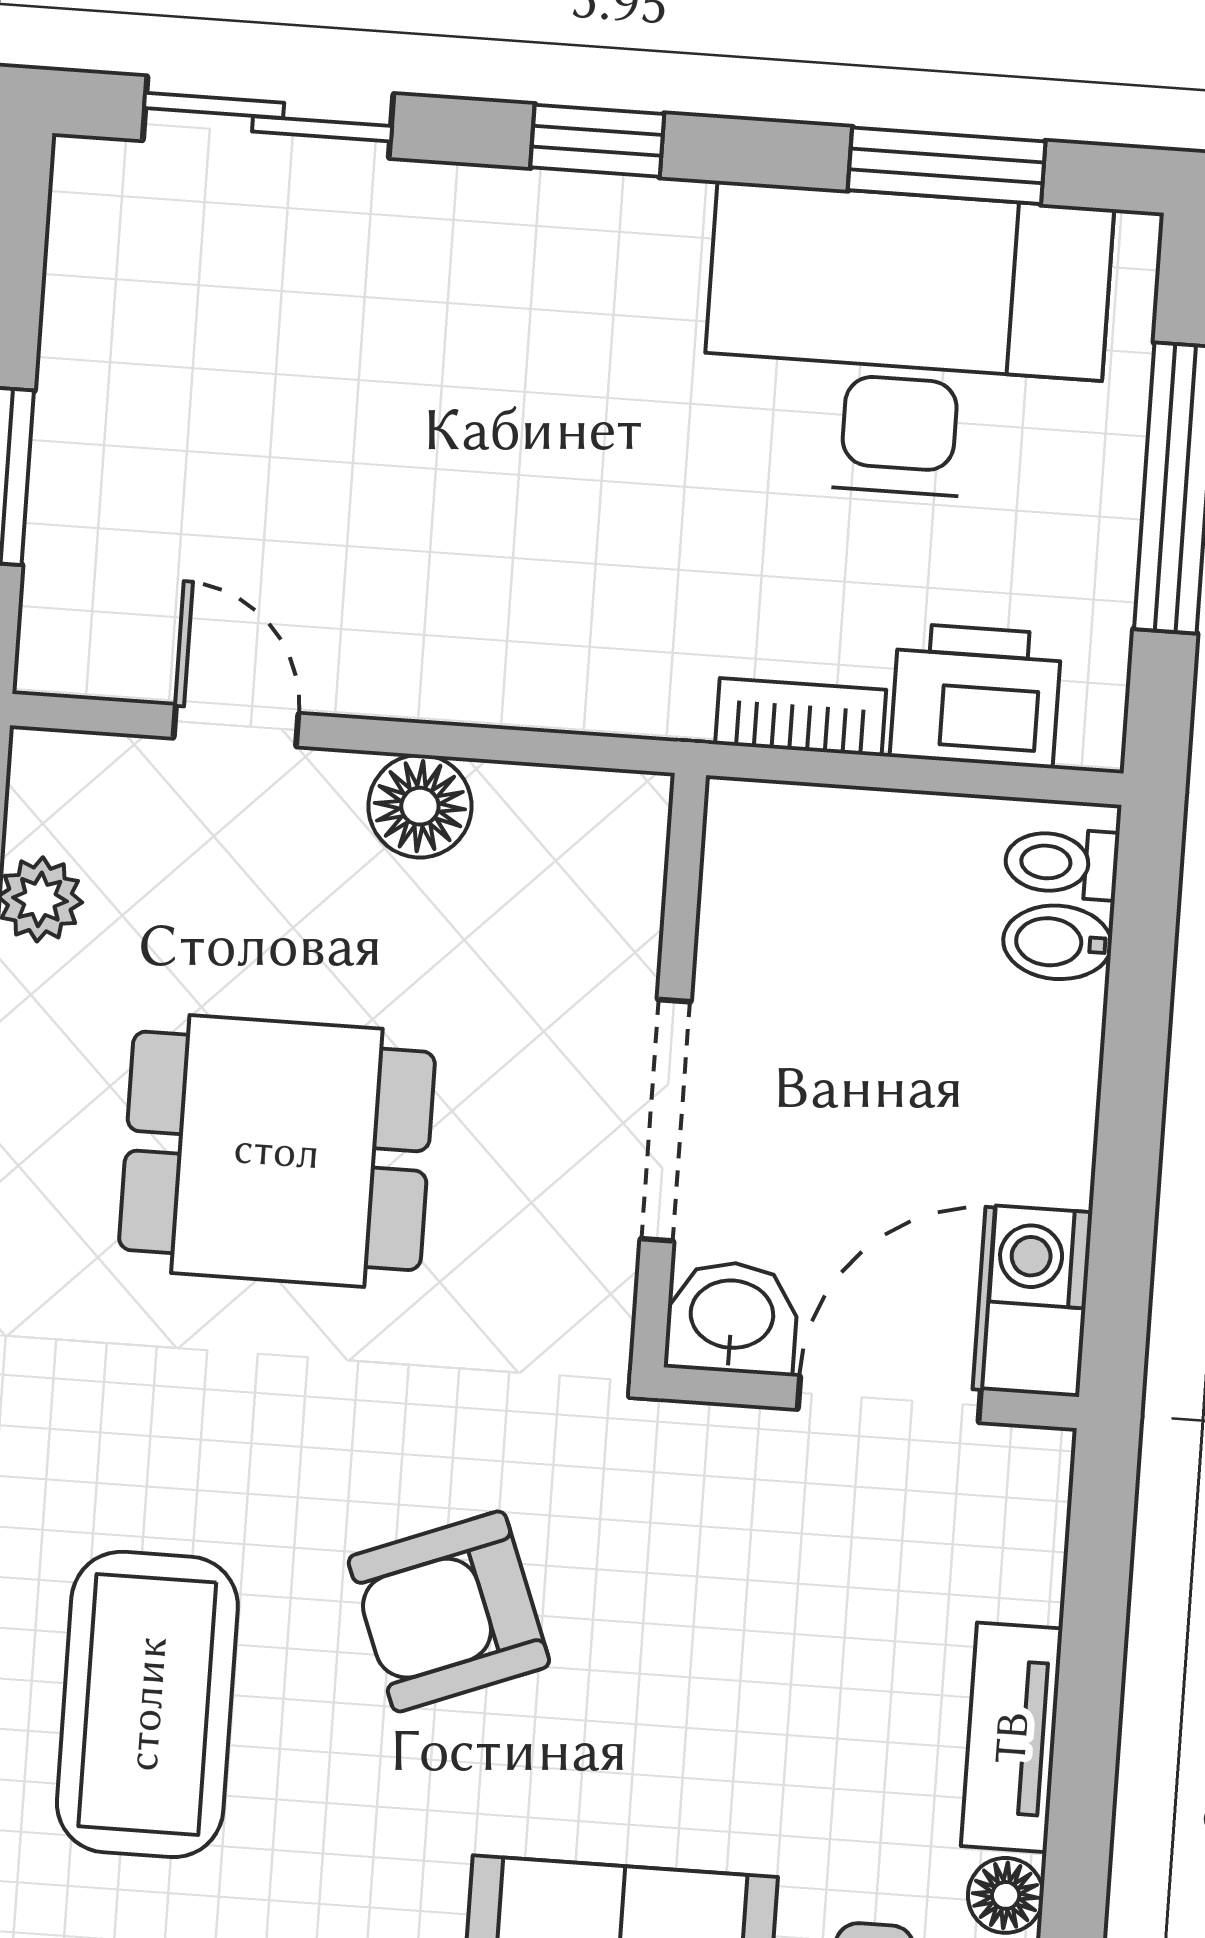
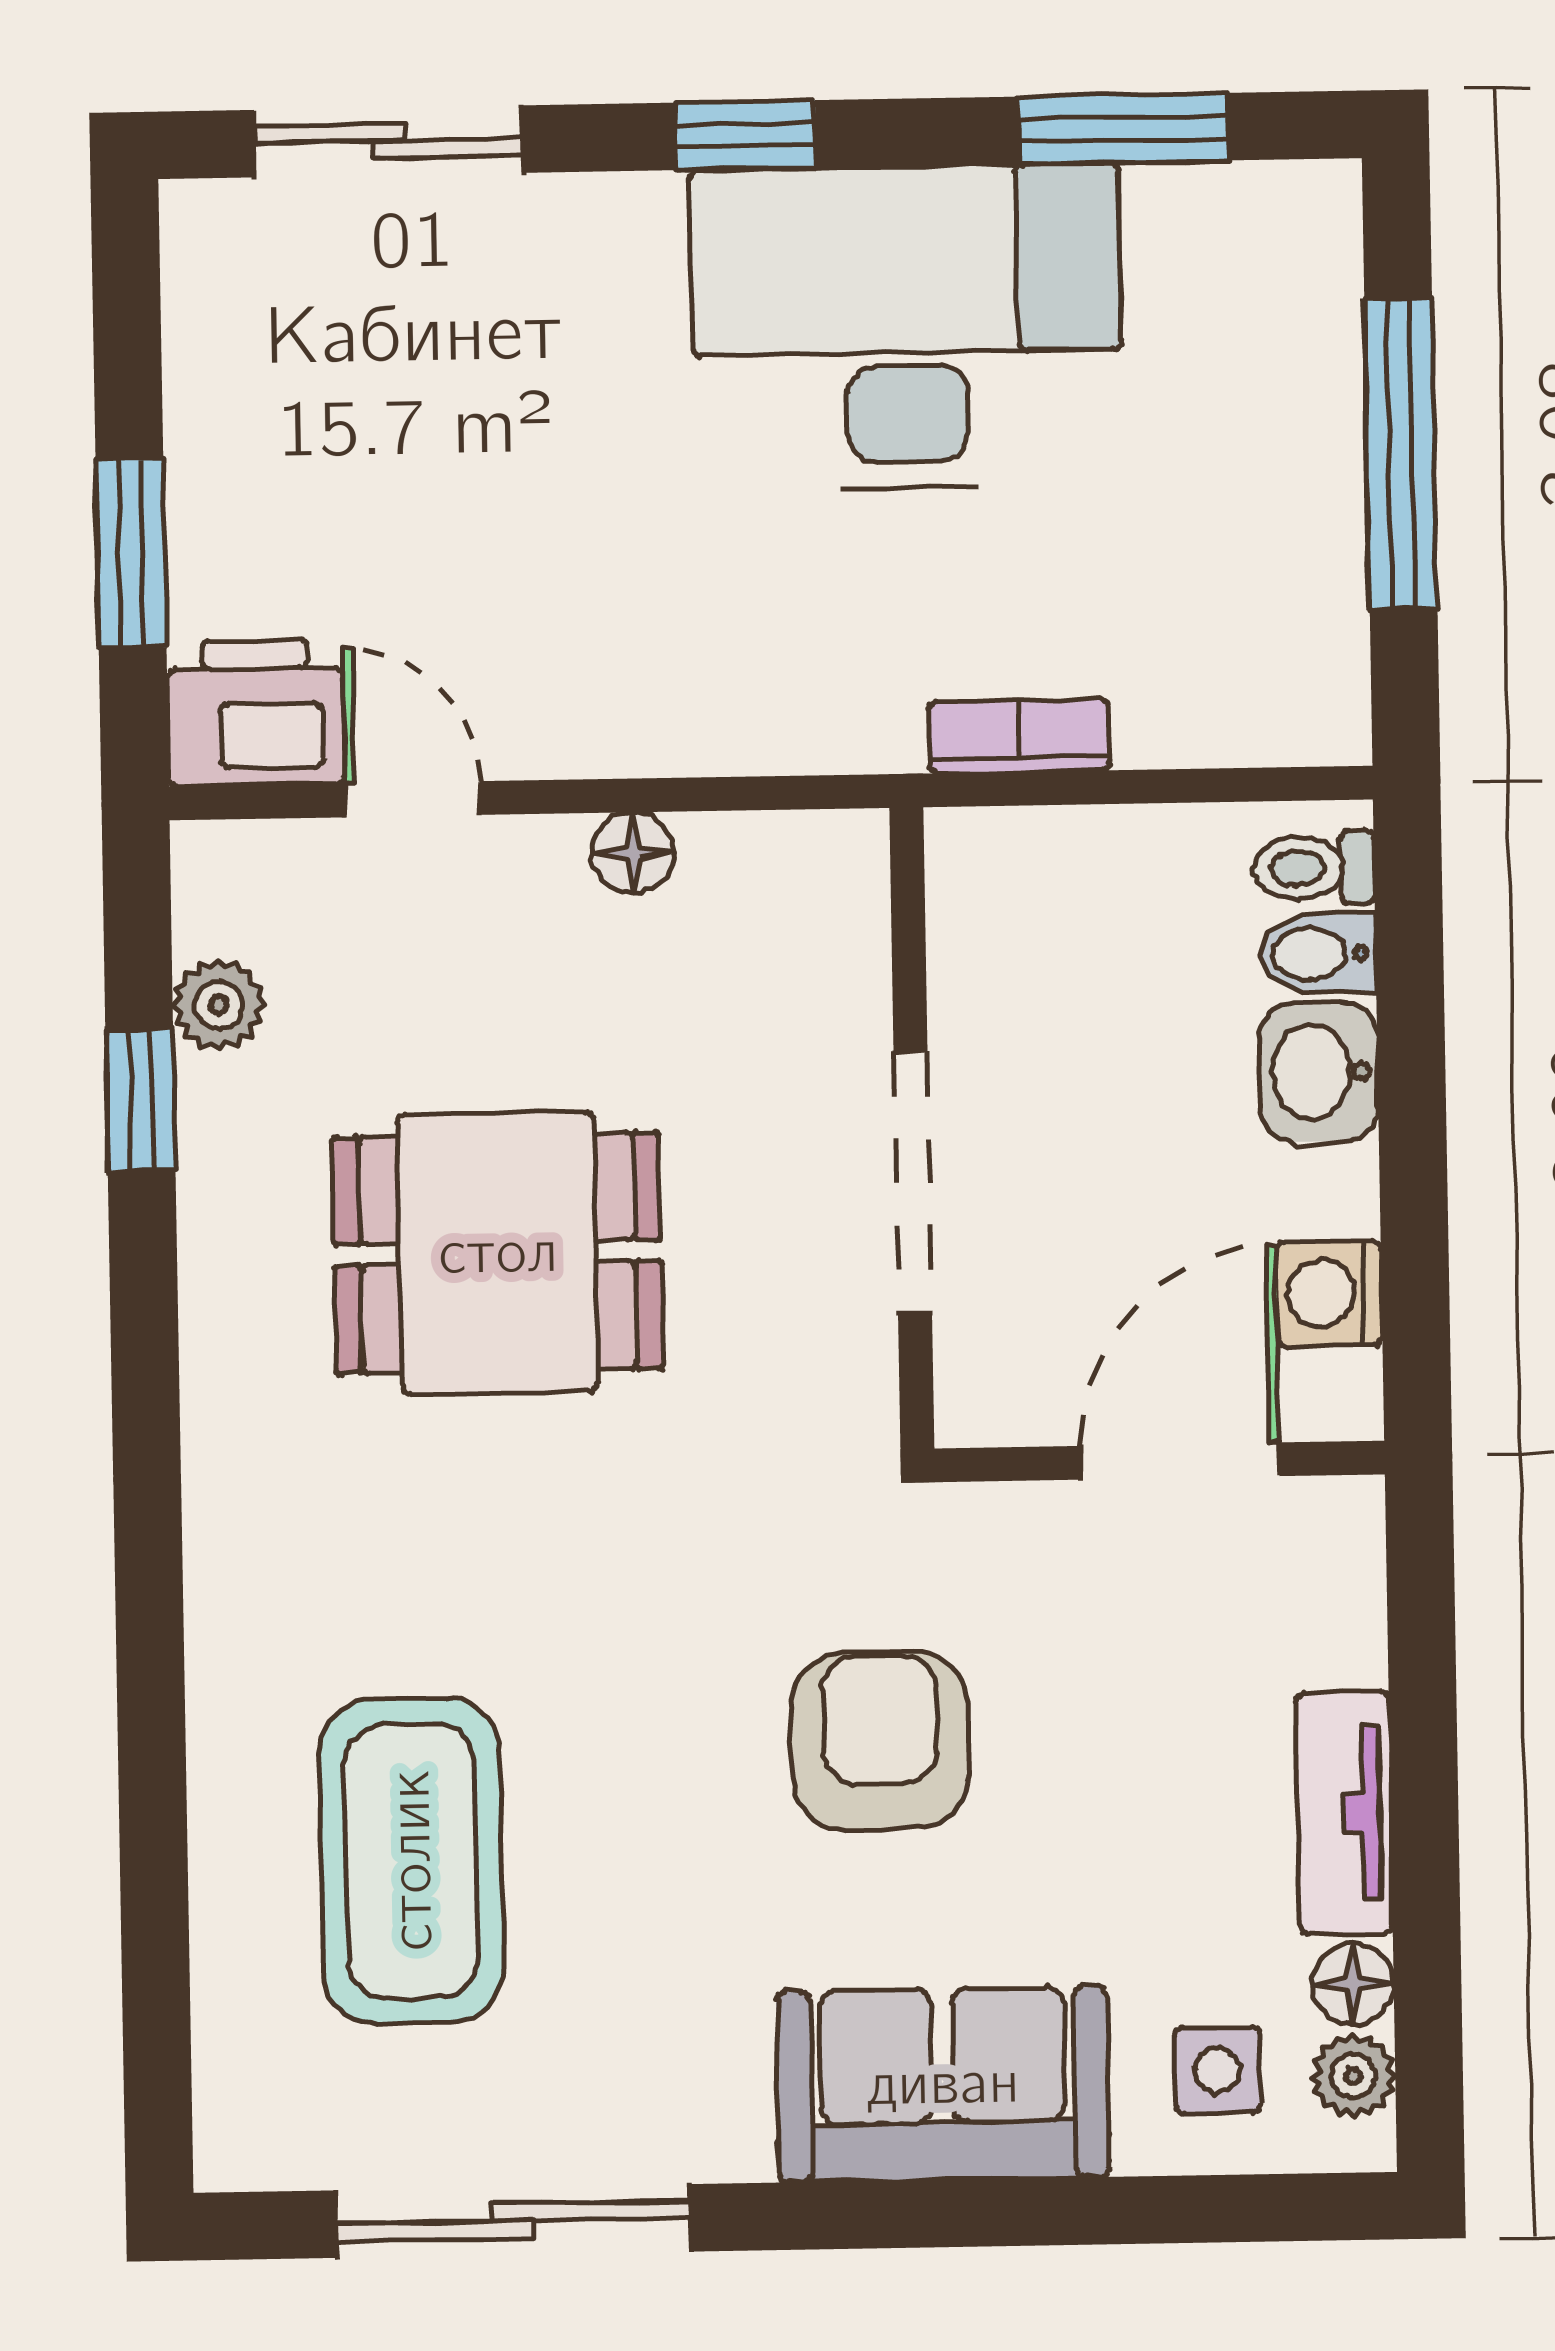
desk: (905, 343) -> (907, 327), moved
printer: (976, 696) -> (256, 712), moved
floor lamp: (420, 806) -> (633, 853), width x0.73, depth x0.73
washbasin: (732, 1317) -> (1319, 1072), moved, turned -90
armchair: (449, 1611) -> (880, 1741), moved, turned 111

